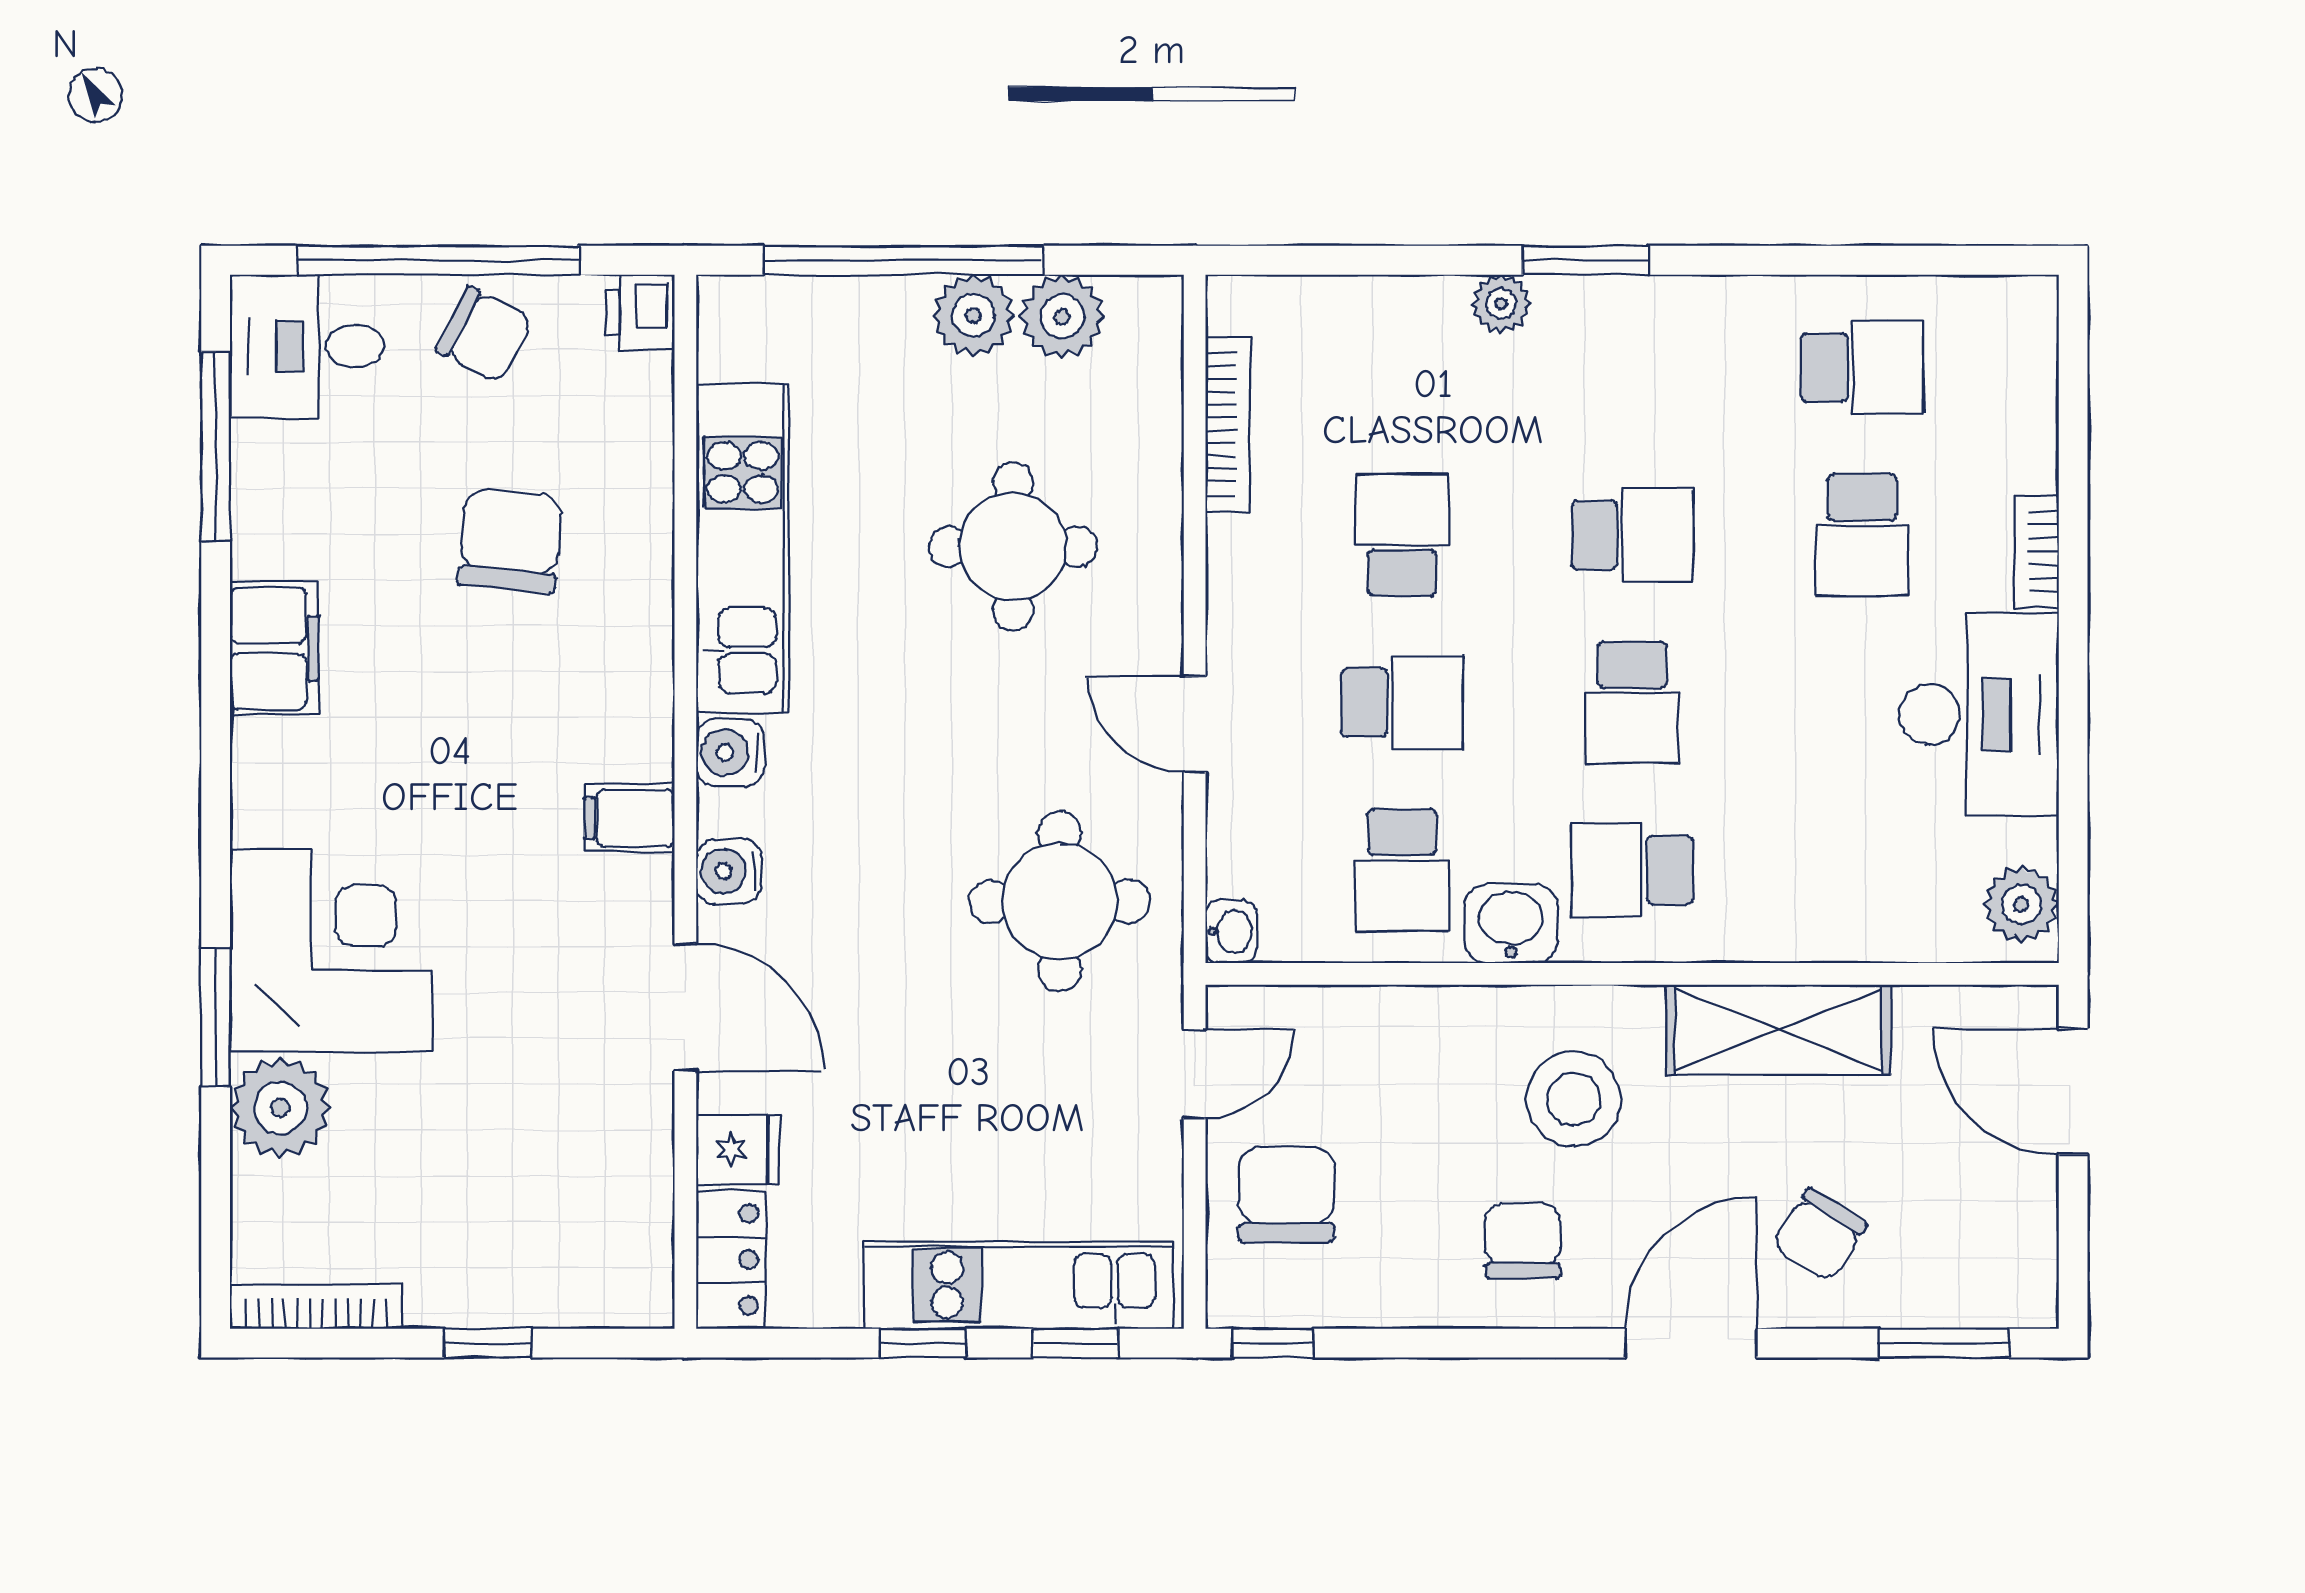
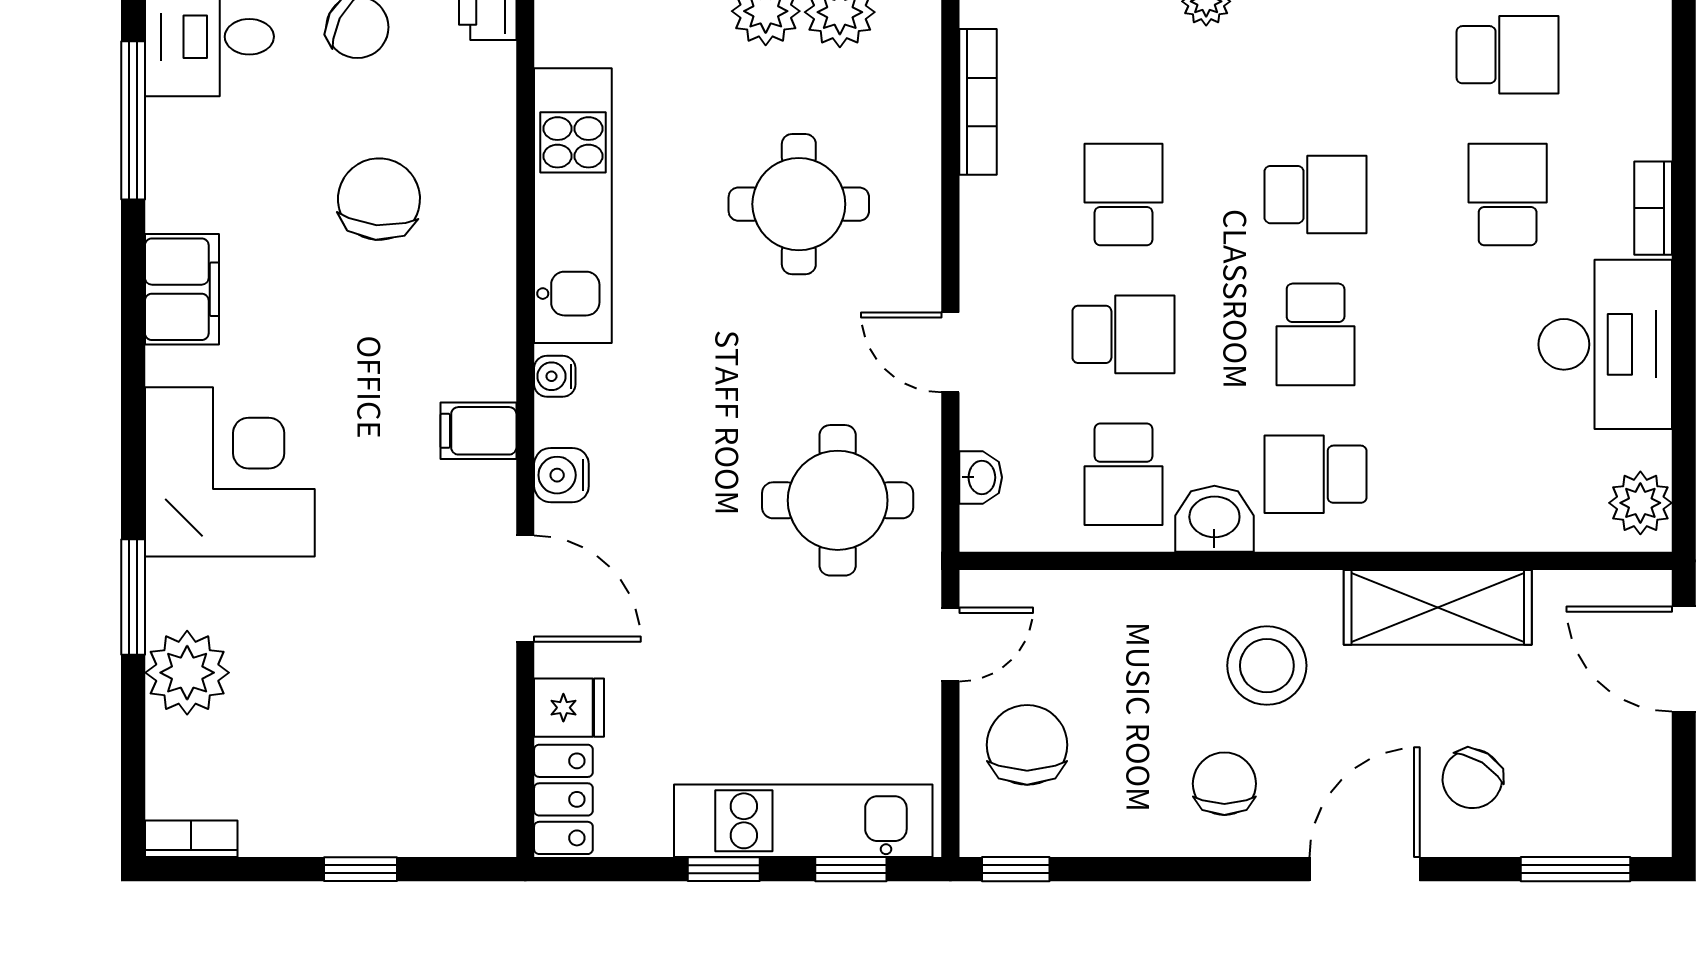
school desk: (1862, 535) -> (1508, 195), turned 180
water cooler: (730, 753) -> (555, 376), width x0.72, depth x0.72
washbasin: (1231, 931) -> (981, 477), moved
corner desk: (332, 950) -> (230, 472), moved
bookcase: (316, 1307) -> (191, 839), width x0.64

